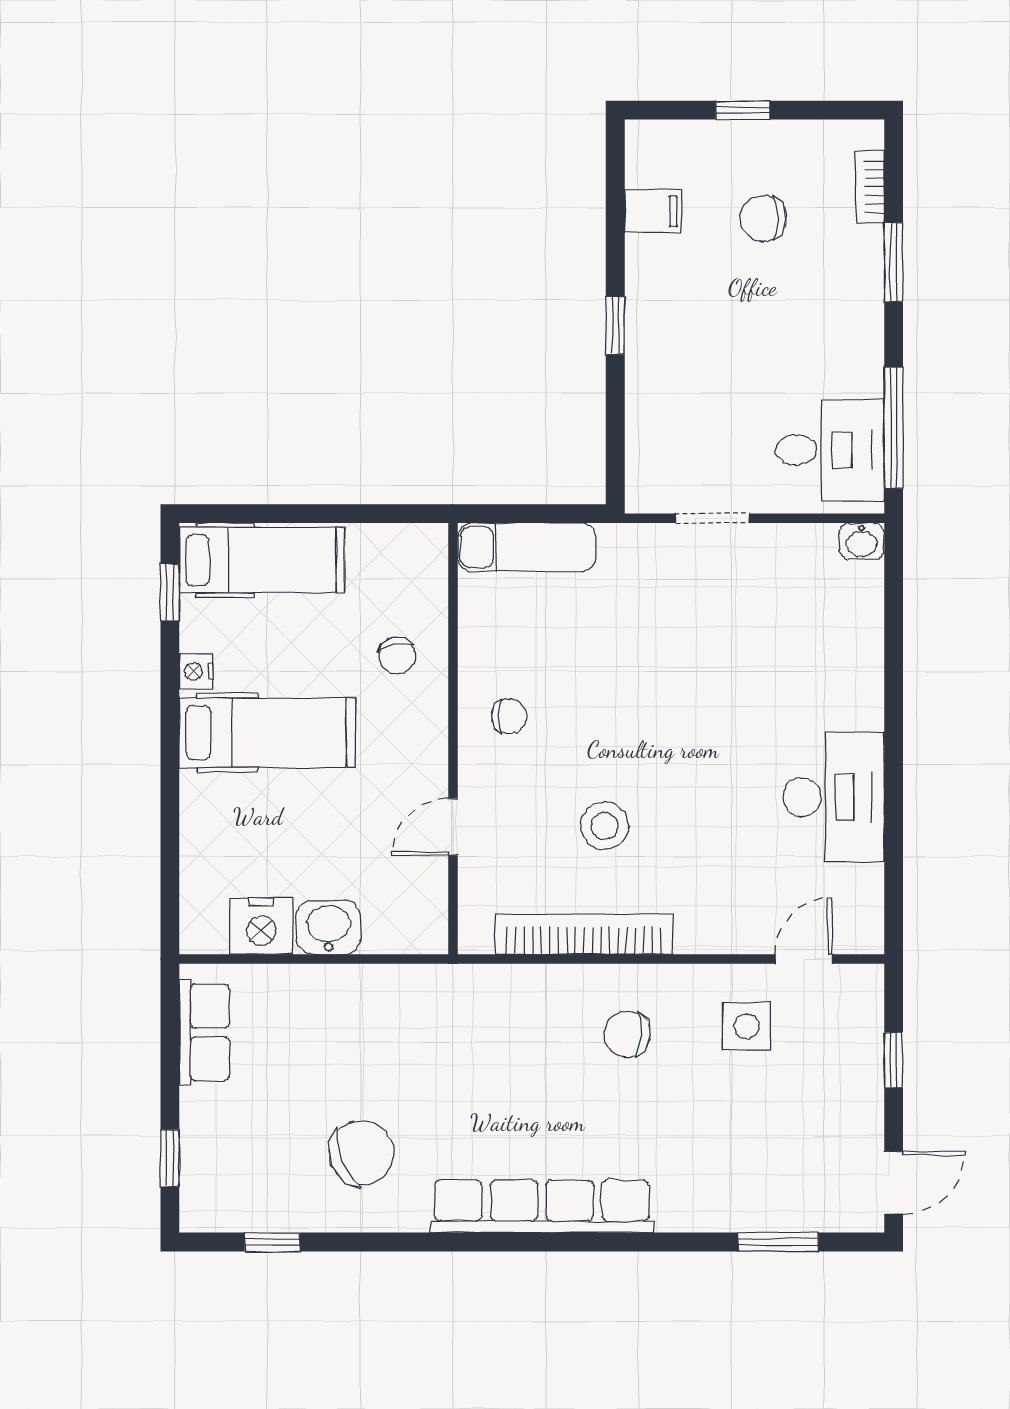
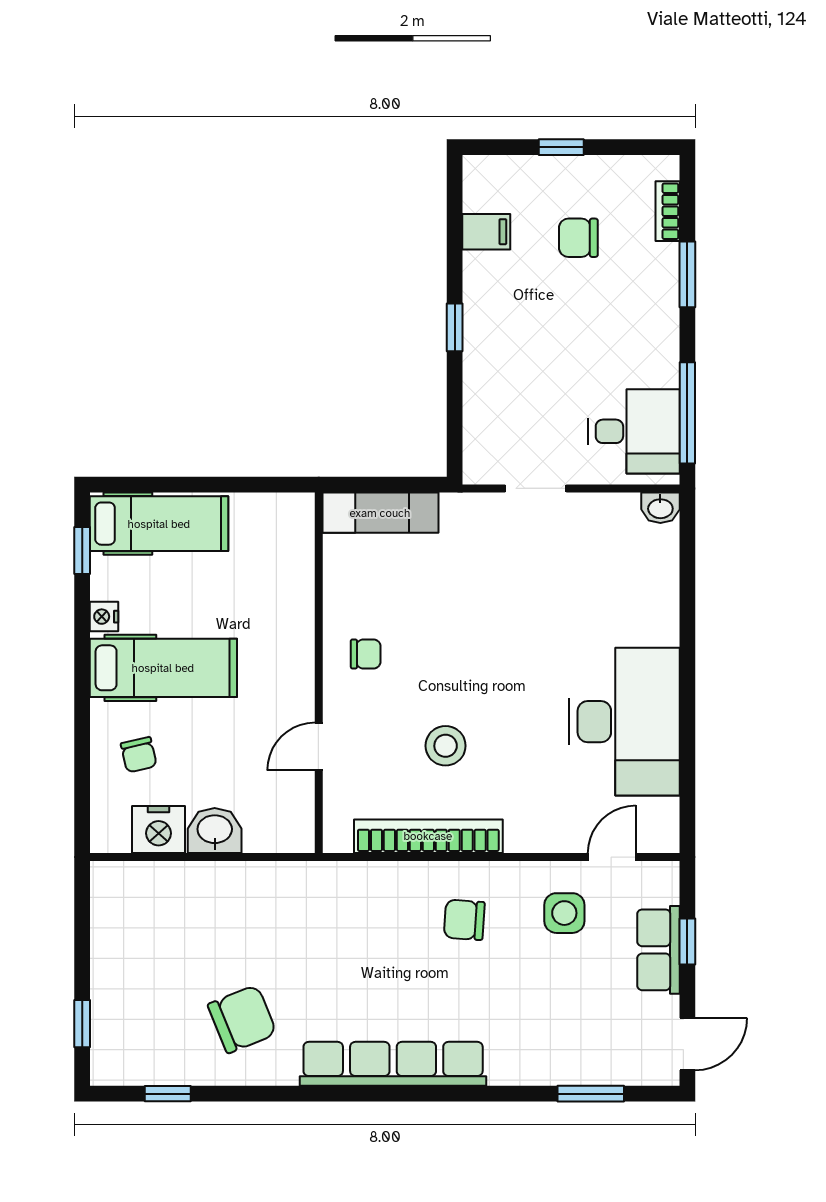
chair: (397, 656) -> (139, 755), moved
desk: (833, 797) -> (624, 722), width x1.36, depth x1.30
row of seats: (204, 1032) -> (658, 950), moved, turned 180

